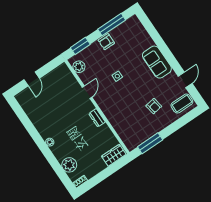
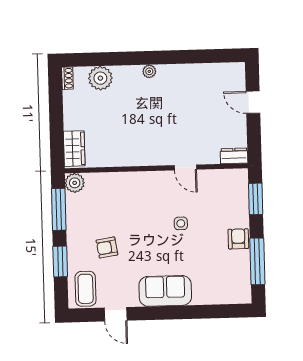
plant: (79, 67) -> (75, 183), moved
dresser: (97, 118) -> (234, 156), moved
window: (176, 125) -> (60, 261), added

